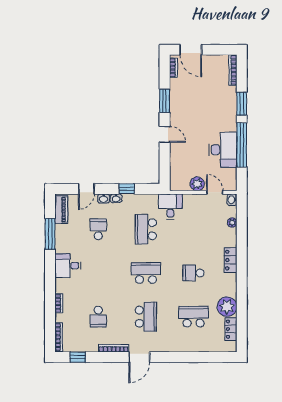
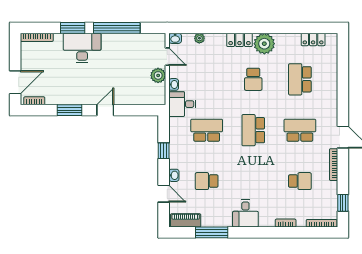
desk: (223, 150) -> (82, 48), moved
door: (215, 192) -> (167, 57), swing flipped
washbasin: (116, 198) -> (174, 84), moved
school desk: (146, 229) -> (207, 130), turned 180
plant: (227, 307) -> (264, 44), moved

